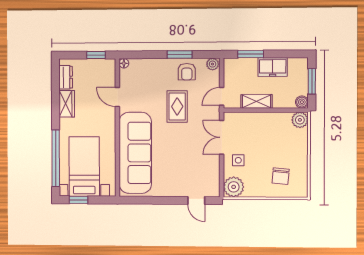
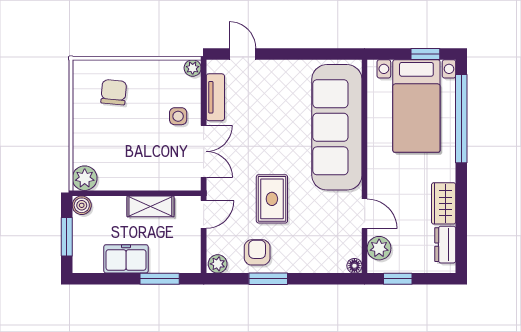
plant: (108, 75) -> (379, 248), added
tv unit: (214, 173) -> (215, 97), added
plant: (234, 187) -> (193, 68), width x0.53, depth x0.53

